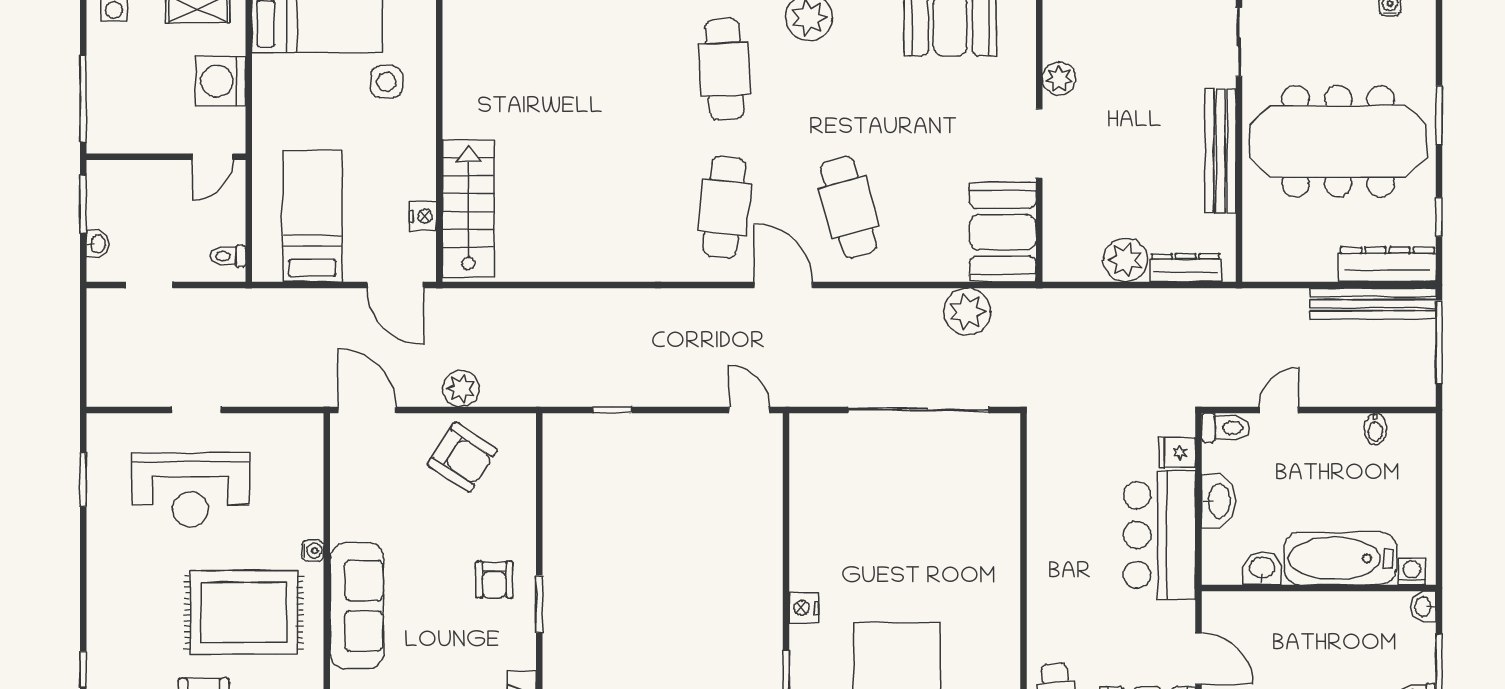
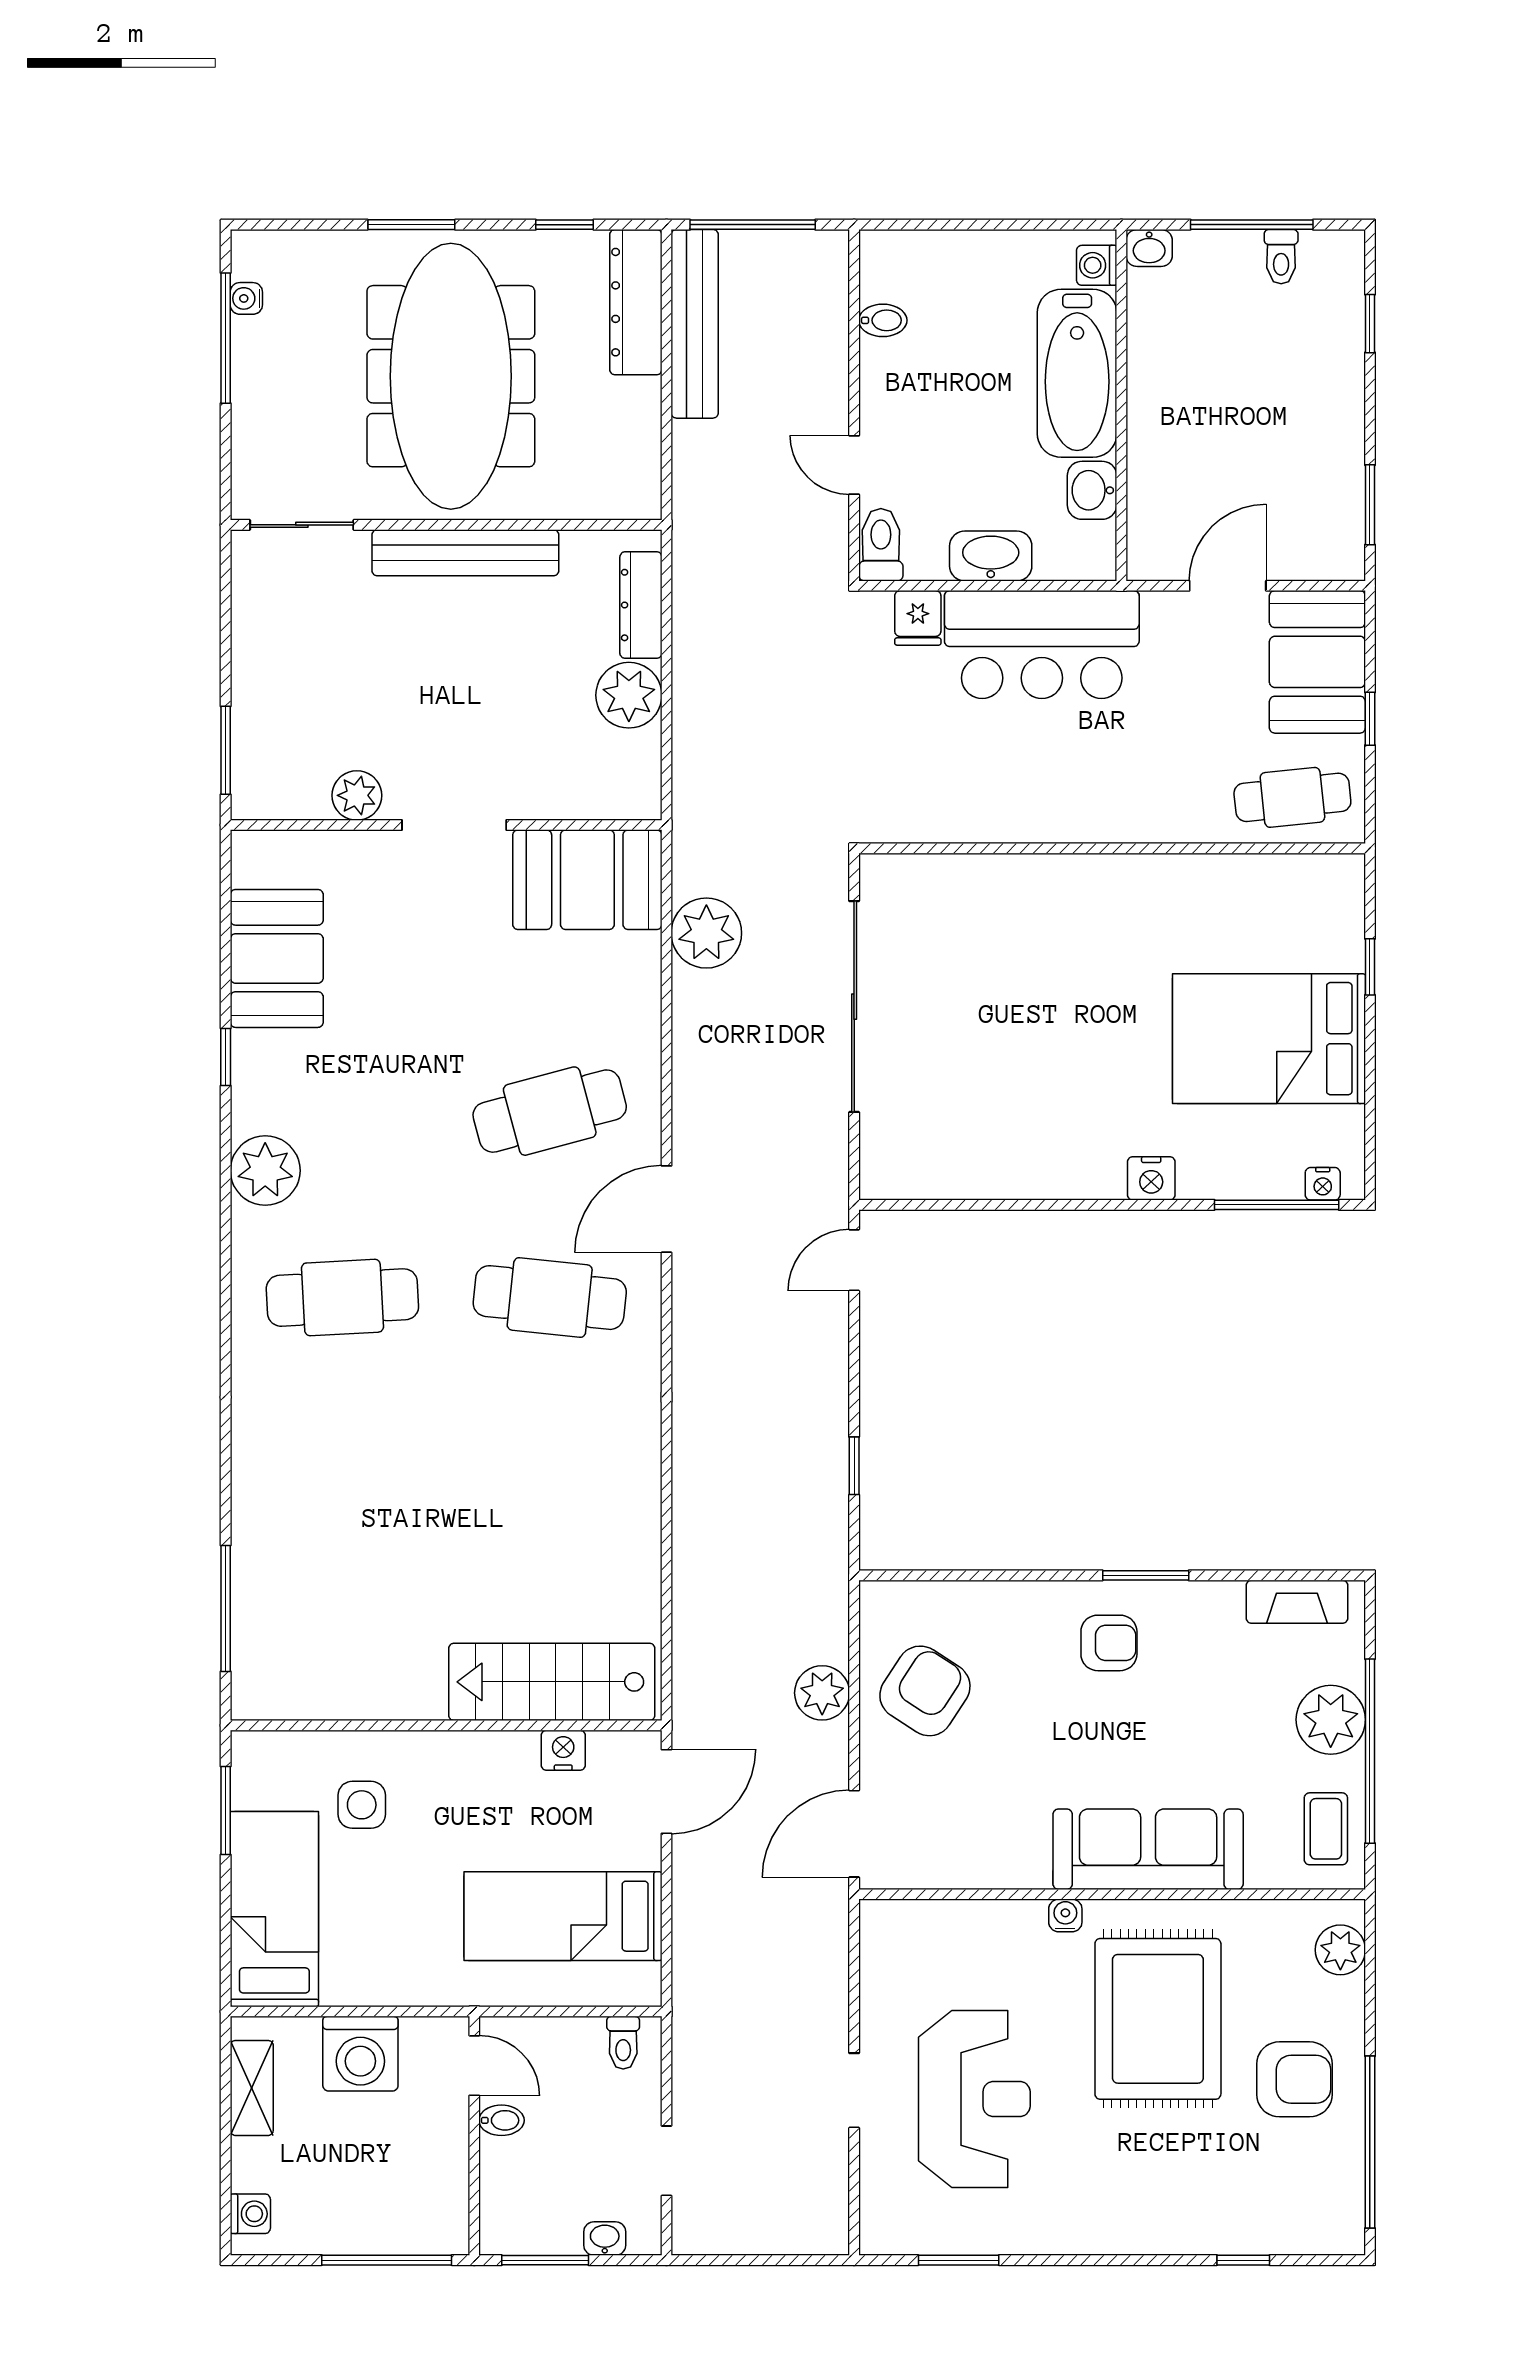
bidet: (176, 175) -> (501, 2120), added

